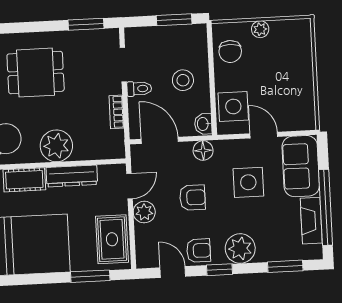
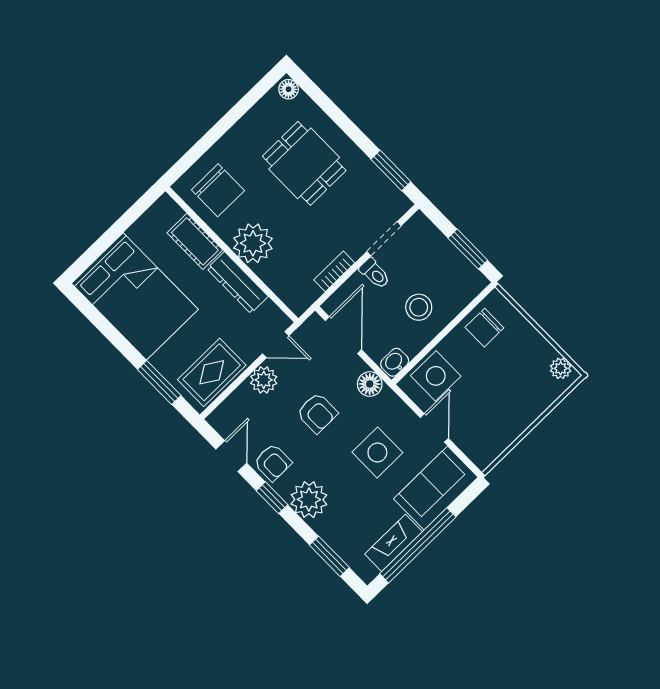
plant: (260, 29) -> (561, 368), moved

